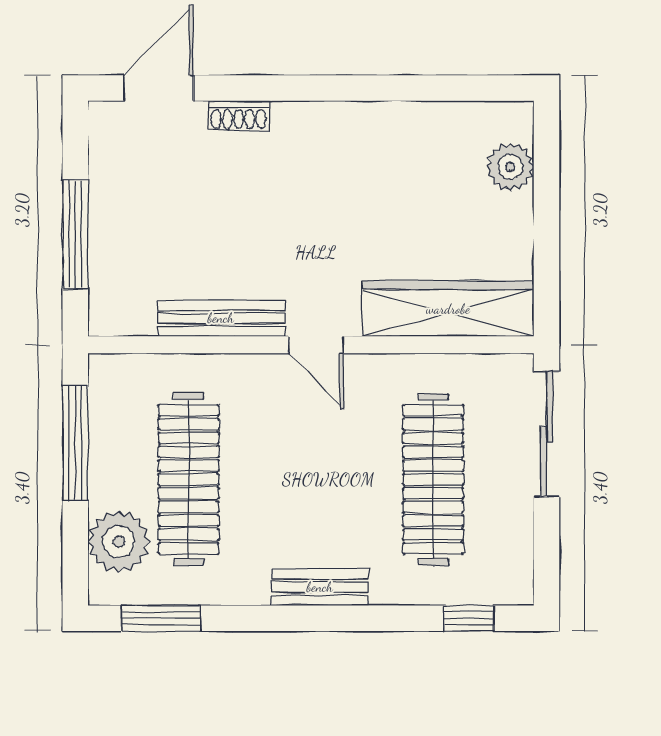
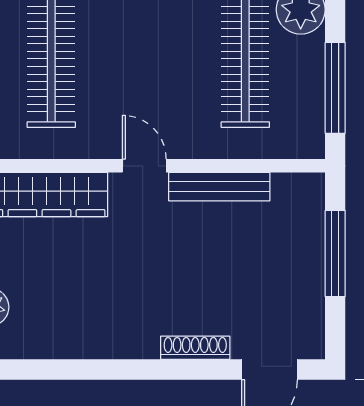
shoe rack: (239, 115) -> (195, 348), width x1.43

